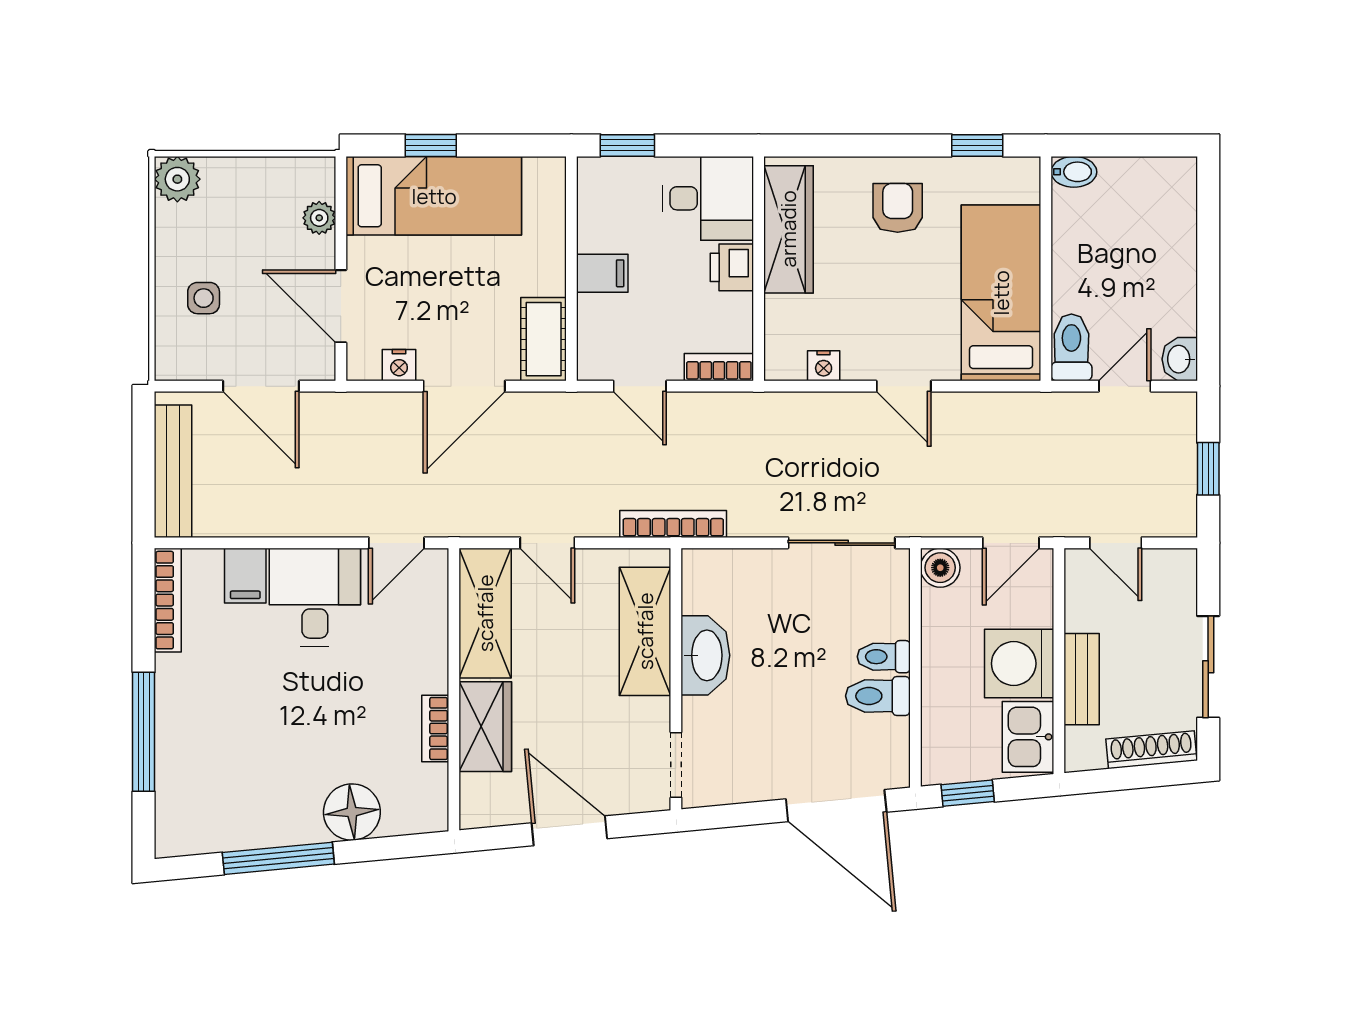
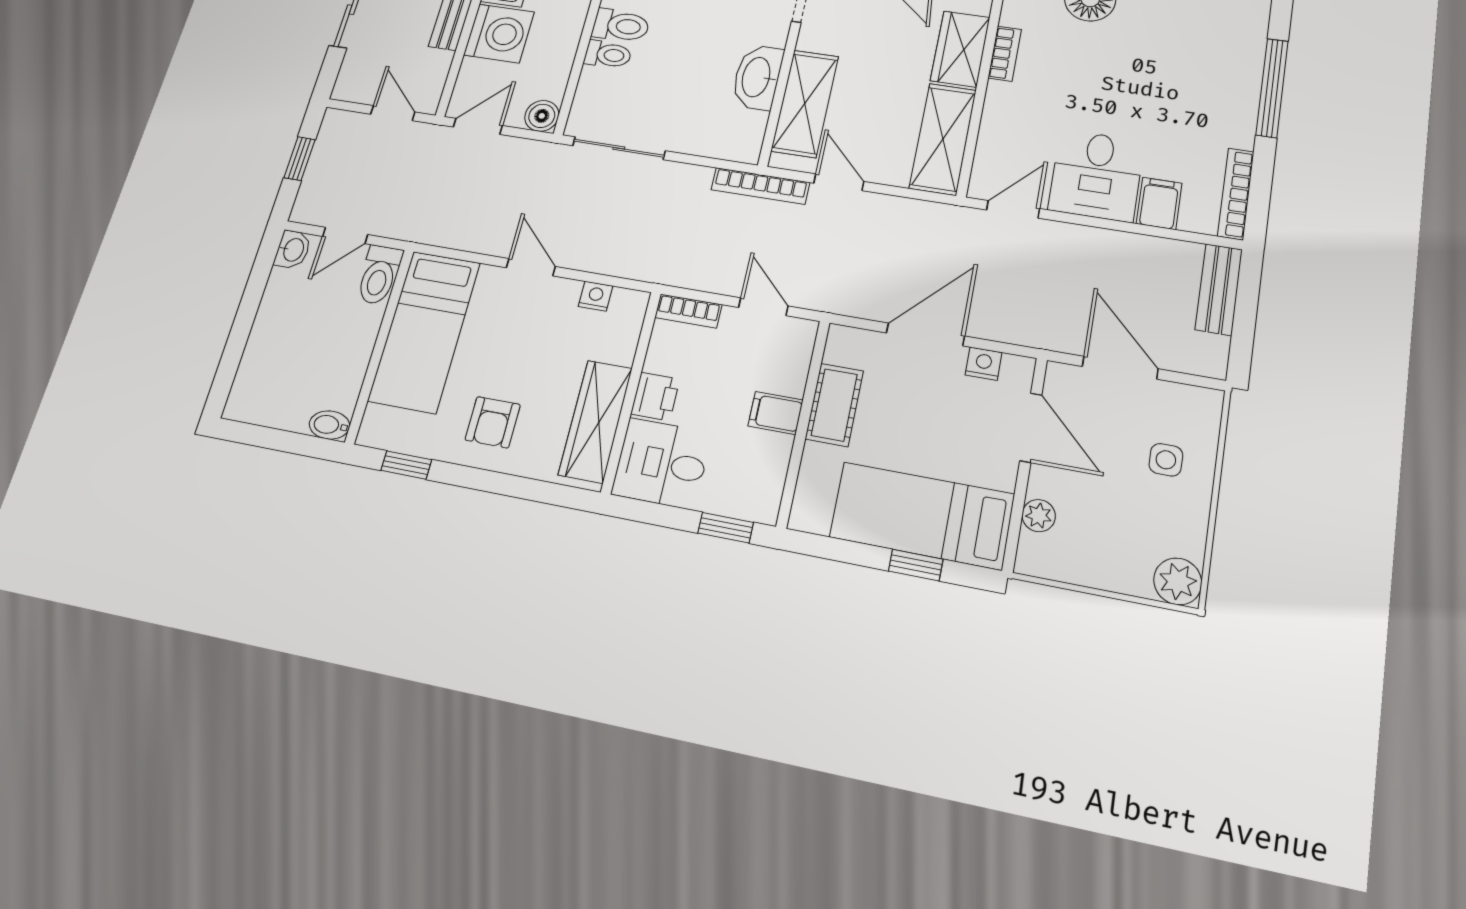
cot: (544, 339) -> (834, 405), moved
bench: (173, 471) -> (1219, 289), width x0.73
door: (547, 543) -> (839, 182), moved

